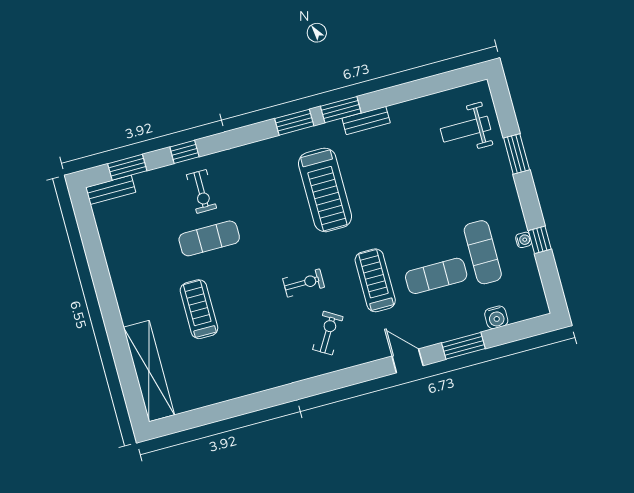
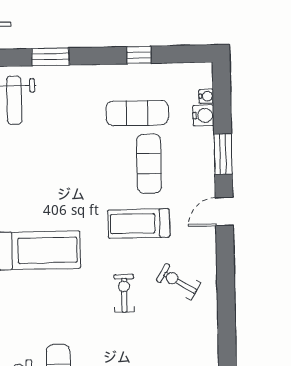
water cooler: (524, 240) -> (206, 96), moved, turned 90

